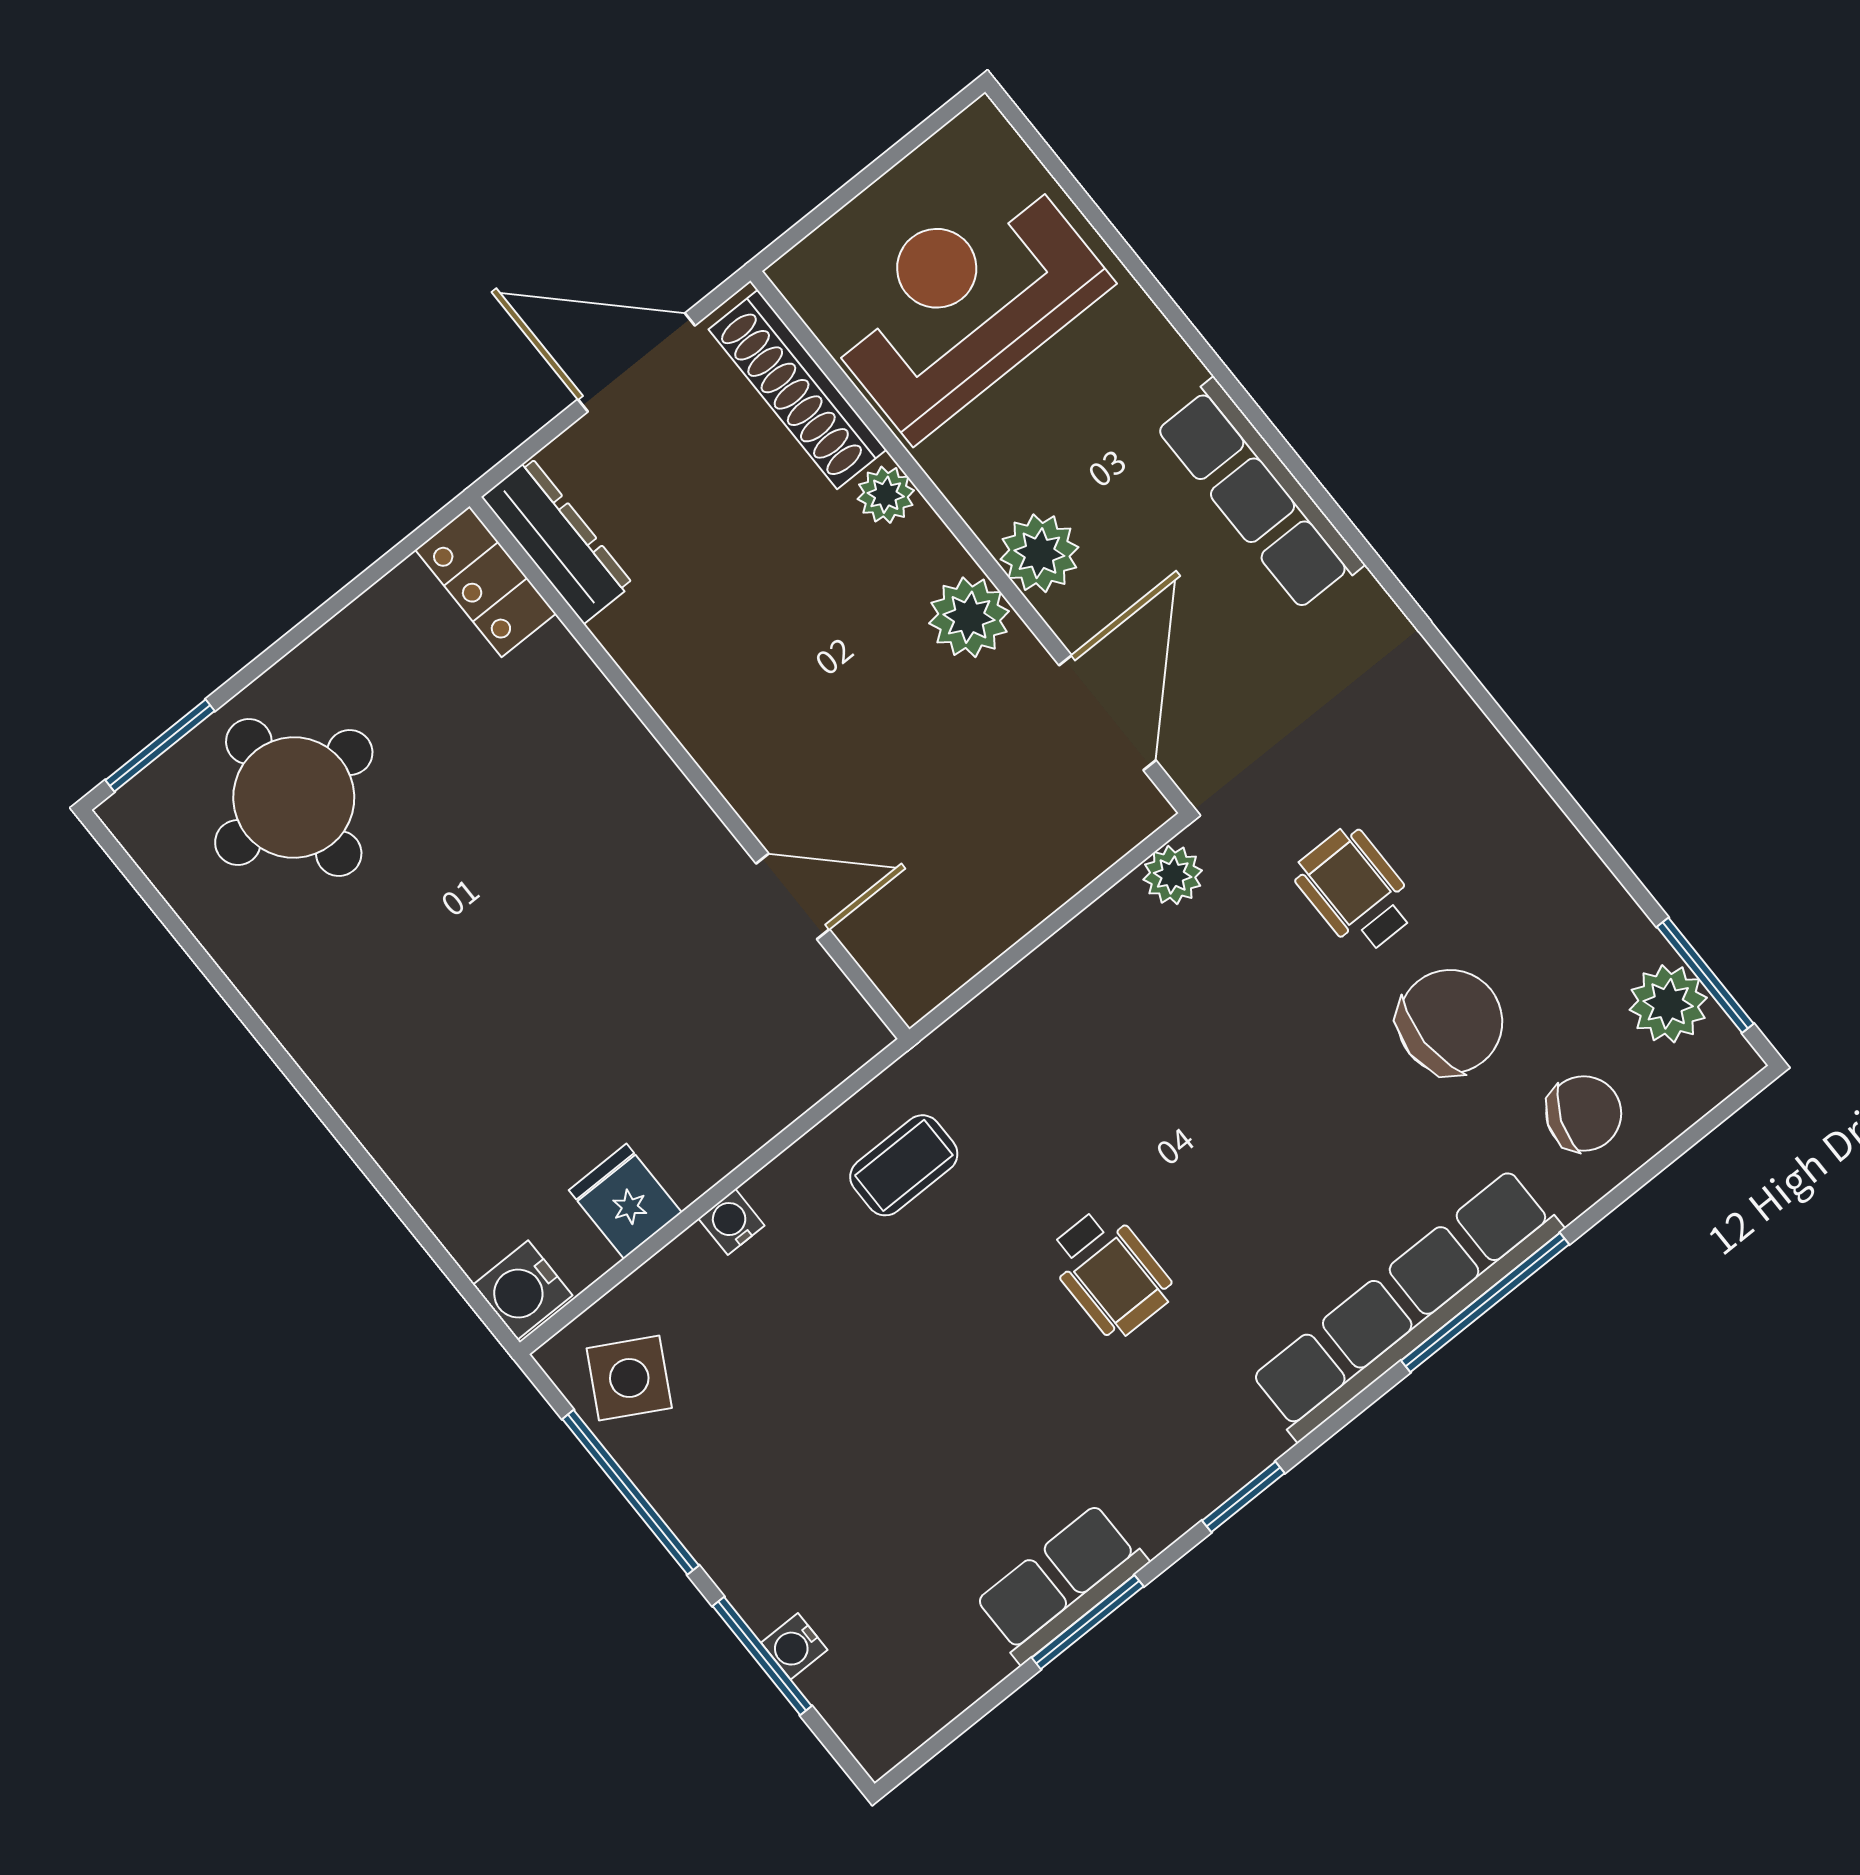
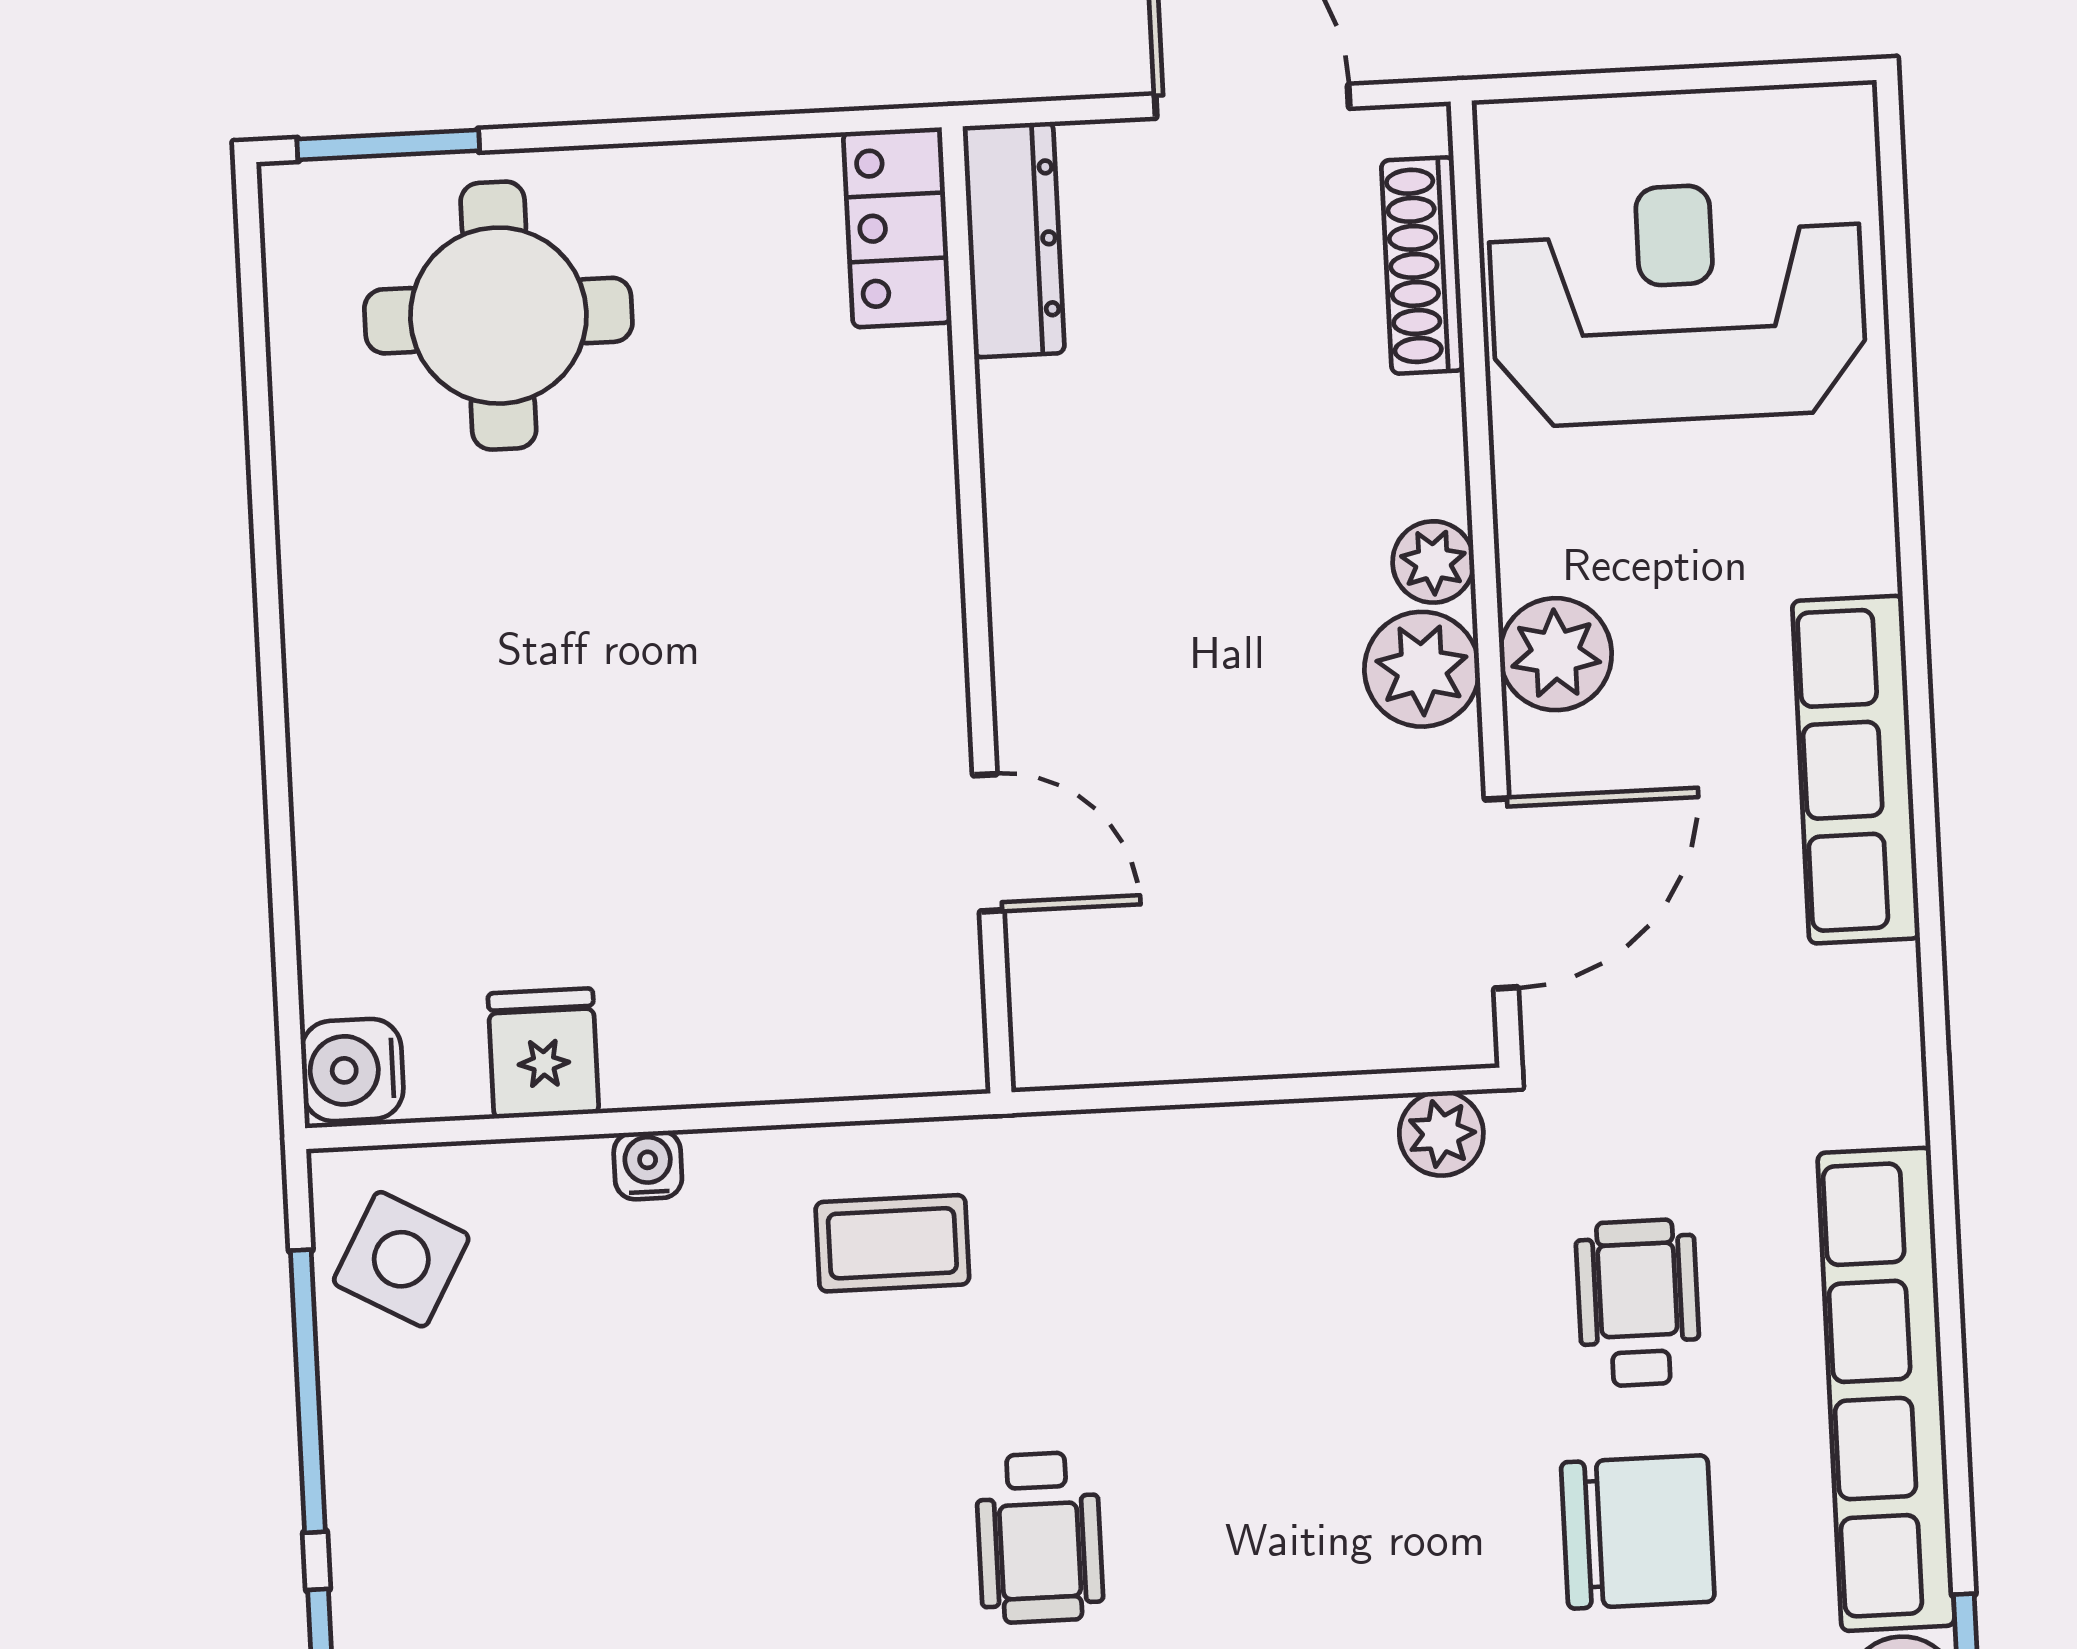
shoe rack: (797, 390) -> (1423, 265), width x0.74, depth x0.81
plant: (886, 495) -> (1433, 562), moved
row of seats: (1533, 837) -> (1886, 1389), added

